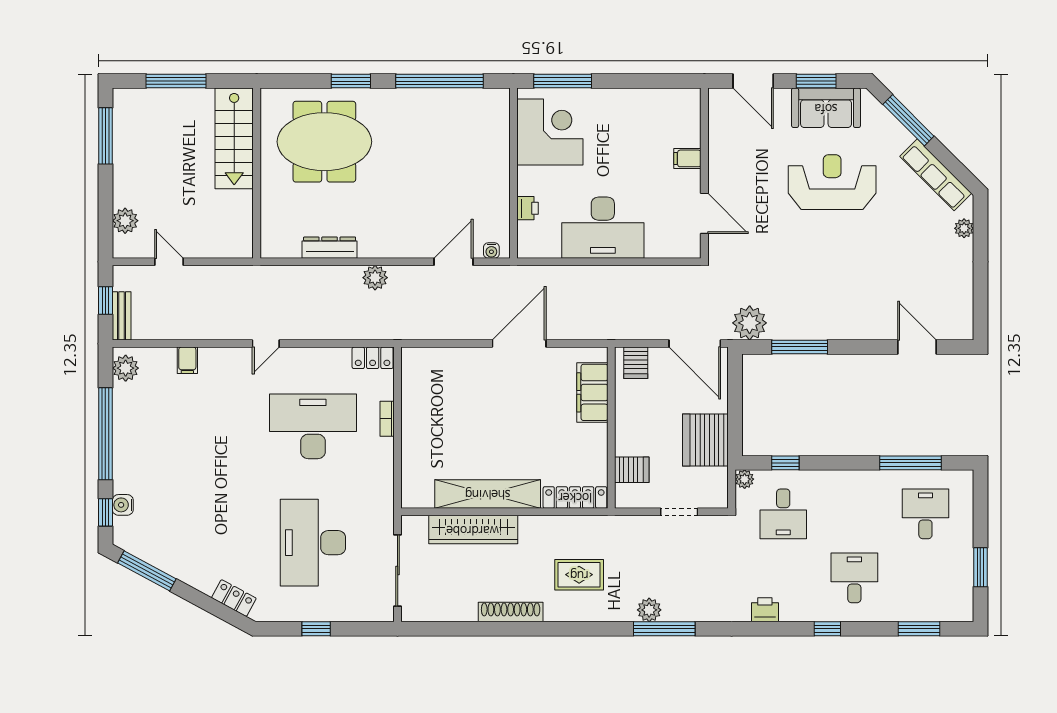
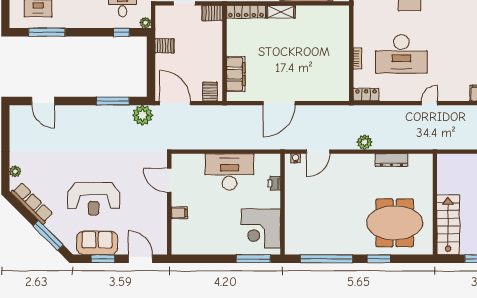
server rack: (705, 440) -> (165, 46), width x0.46, depth x0.70
server rack: (632, 470) -> (212, 13), moved
shelving: (488, 494) -> (281, 12), width x0.45, depth x0.75

